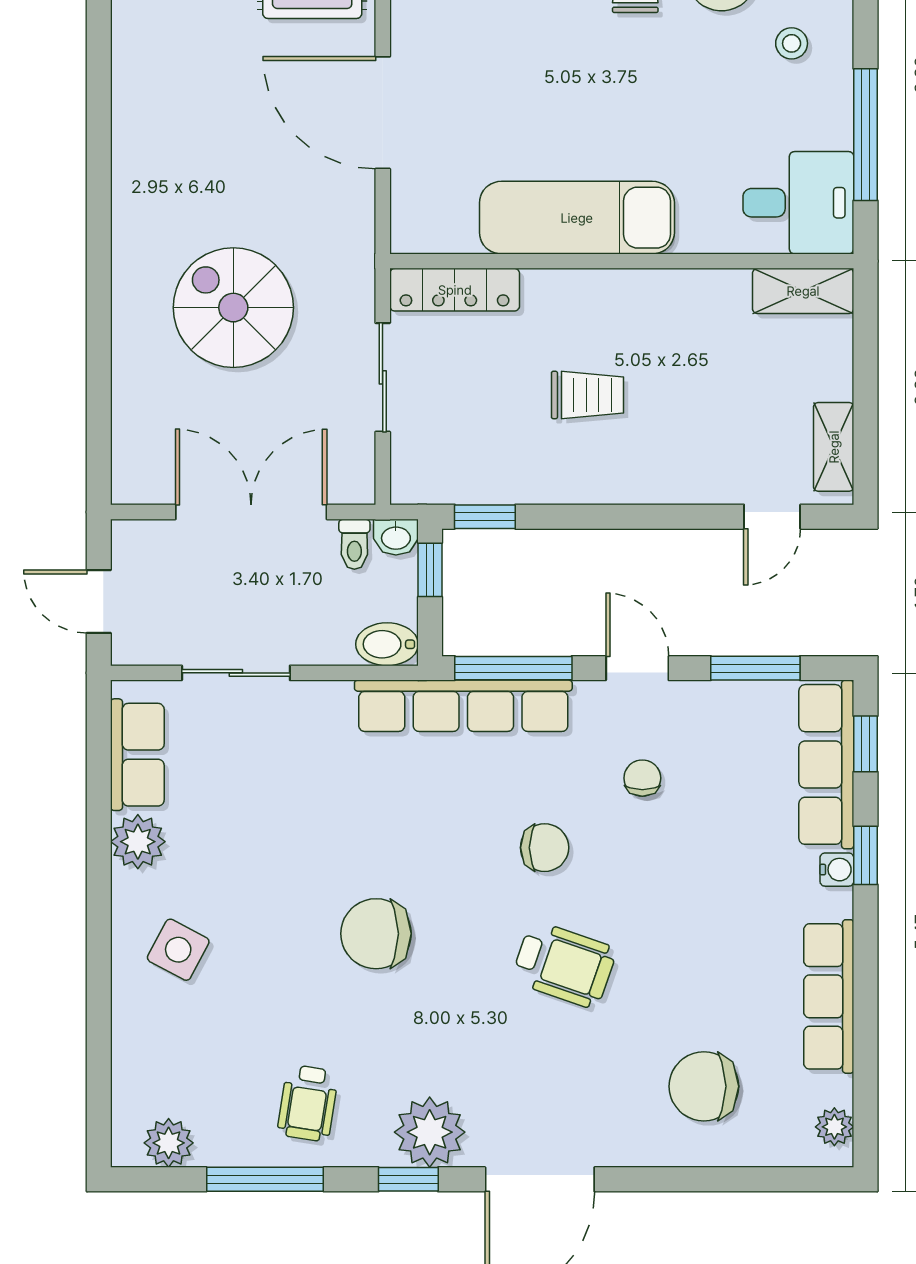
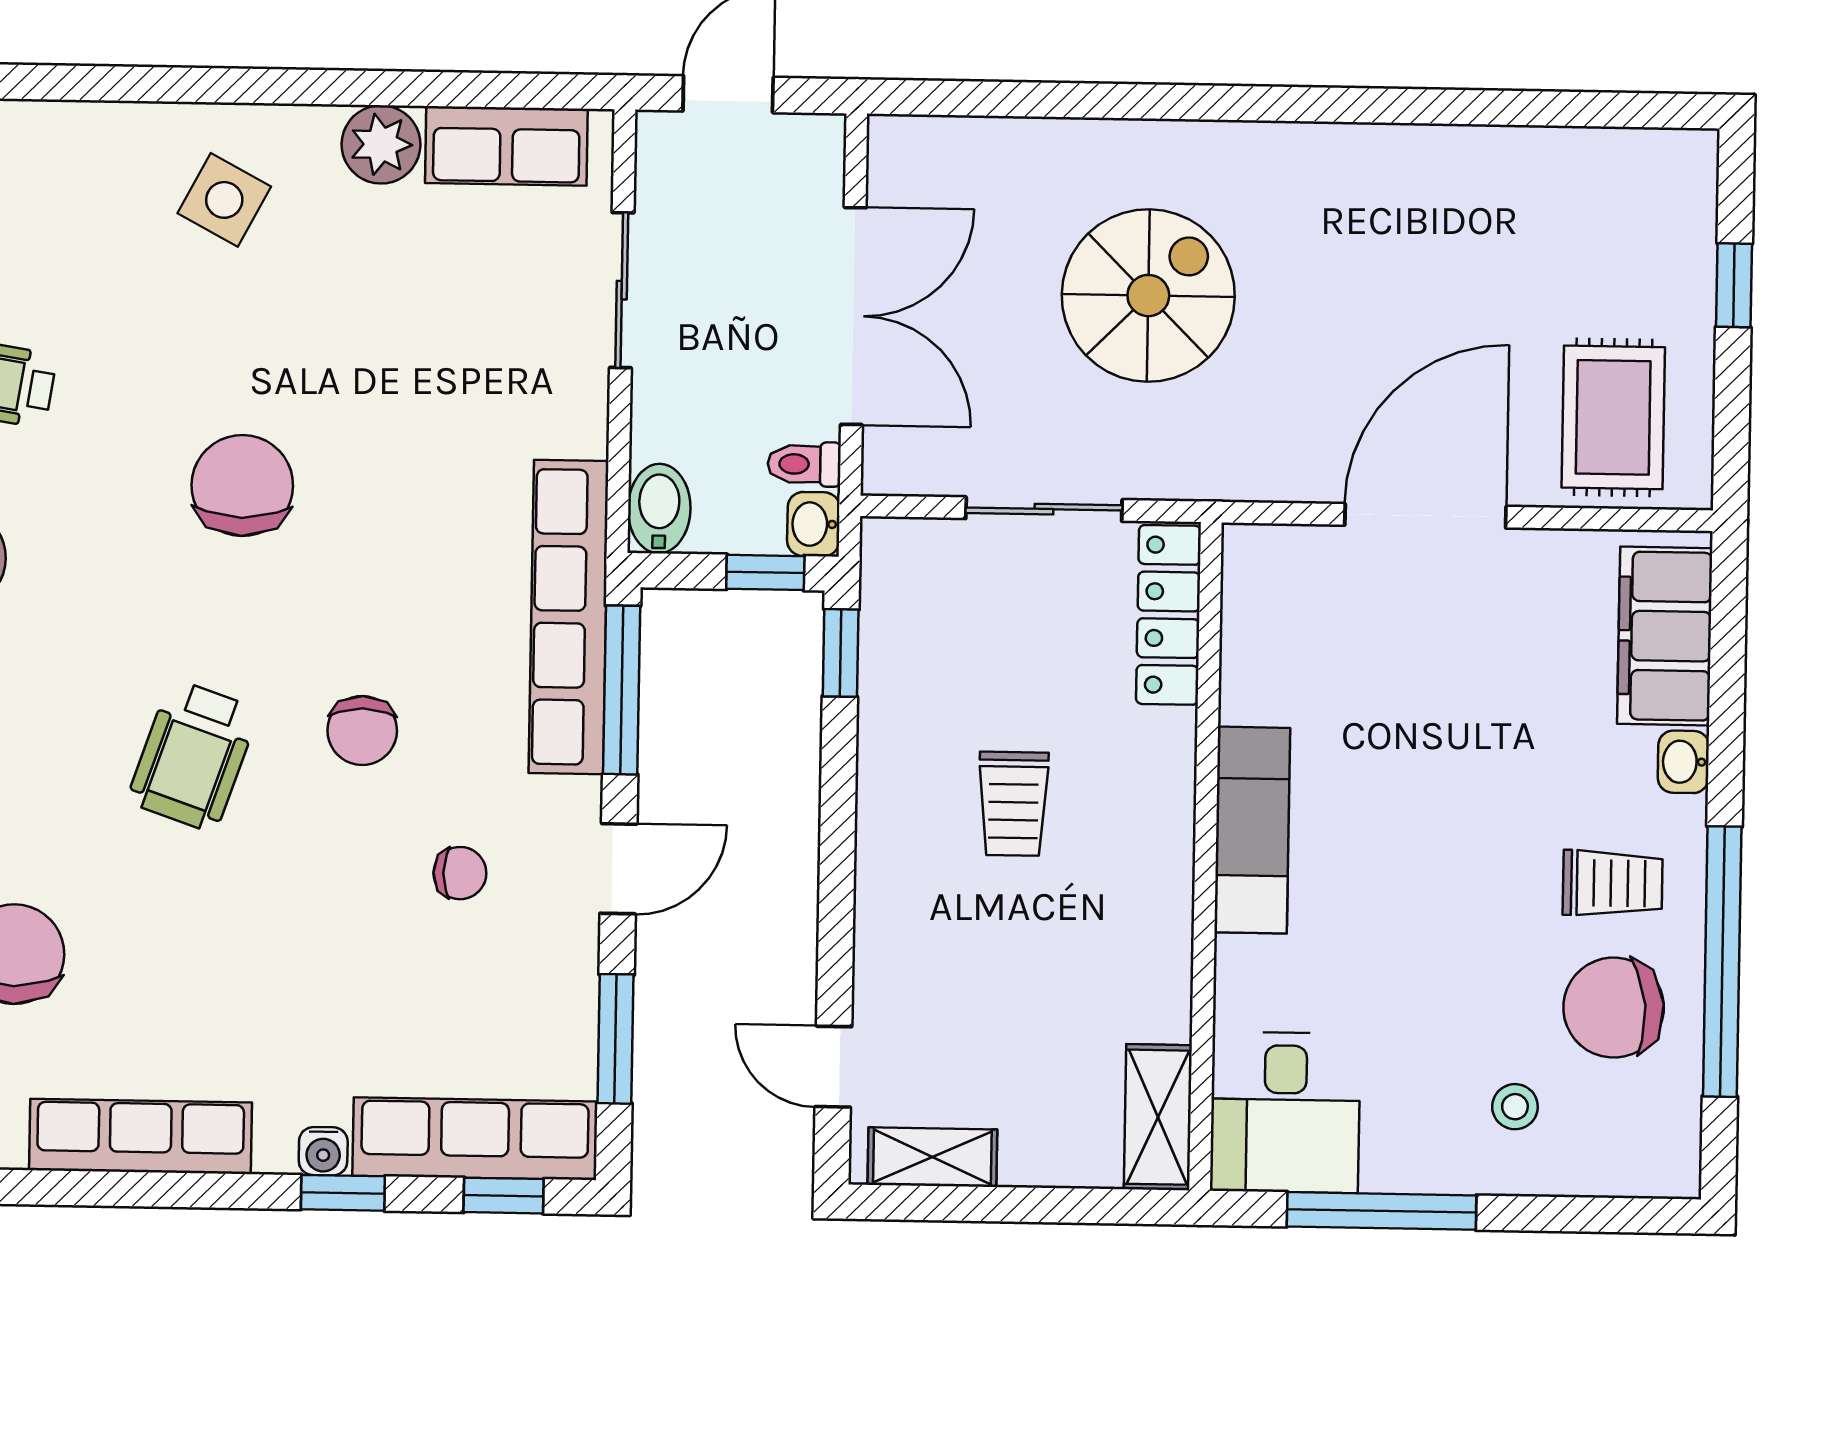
exam couch: (577, 218) -> (1252, 830), width x0.73, depth x0.69

